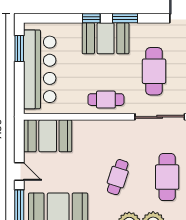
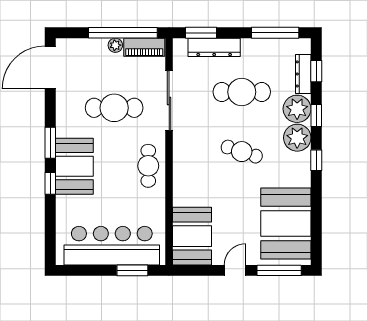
window: (19, 48) -> (132, 270), moved

